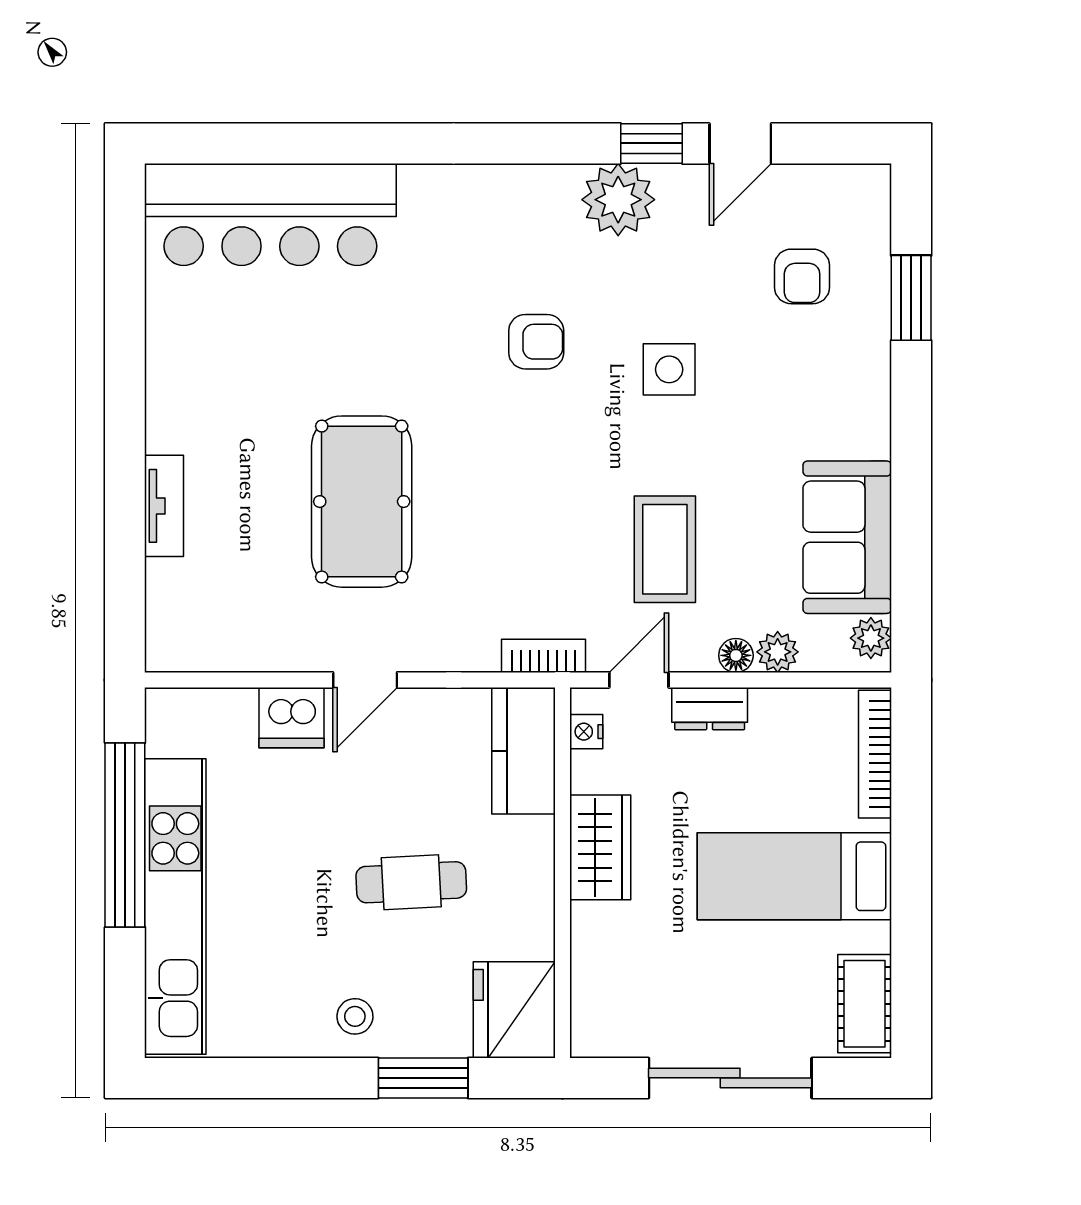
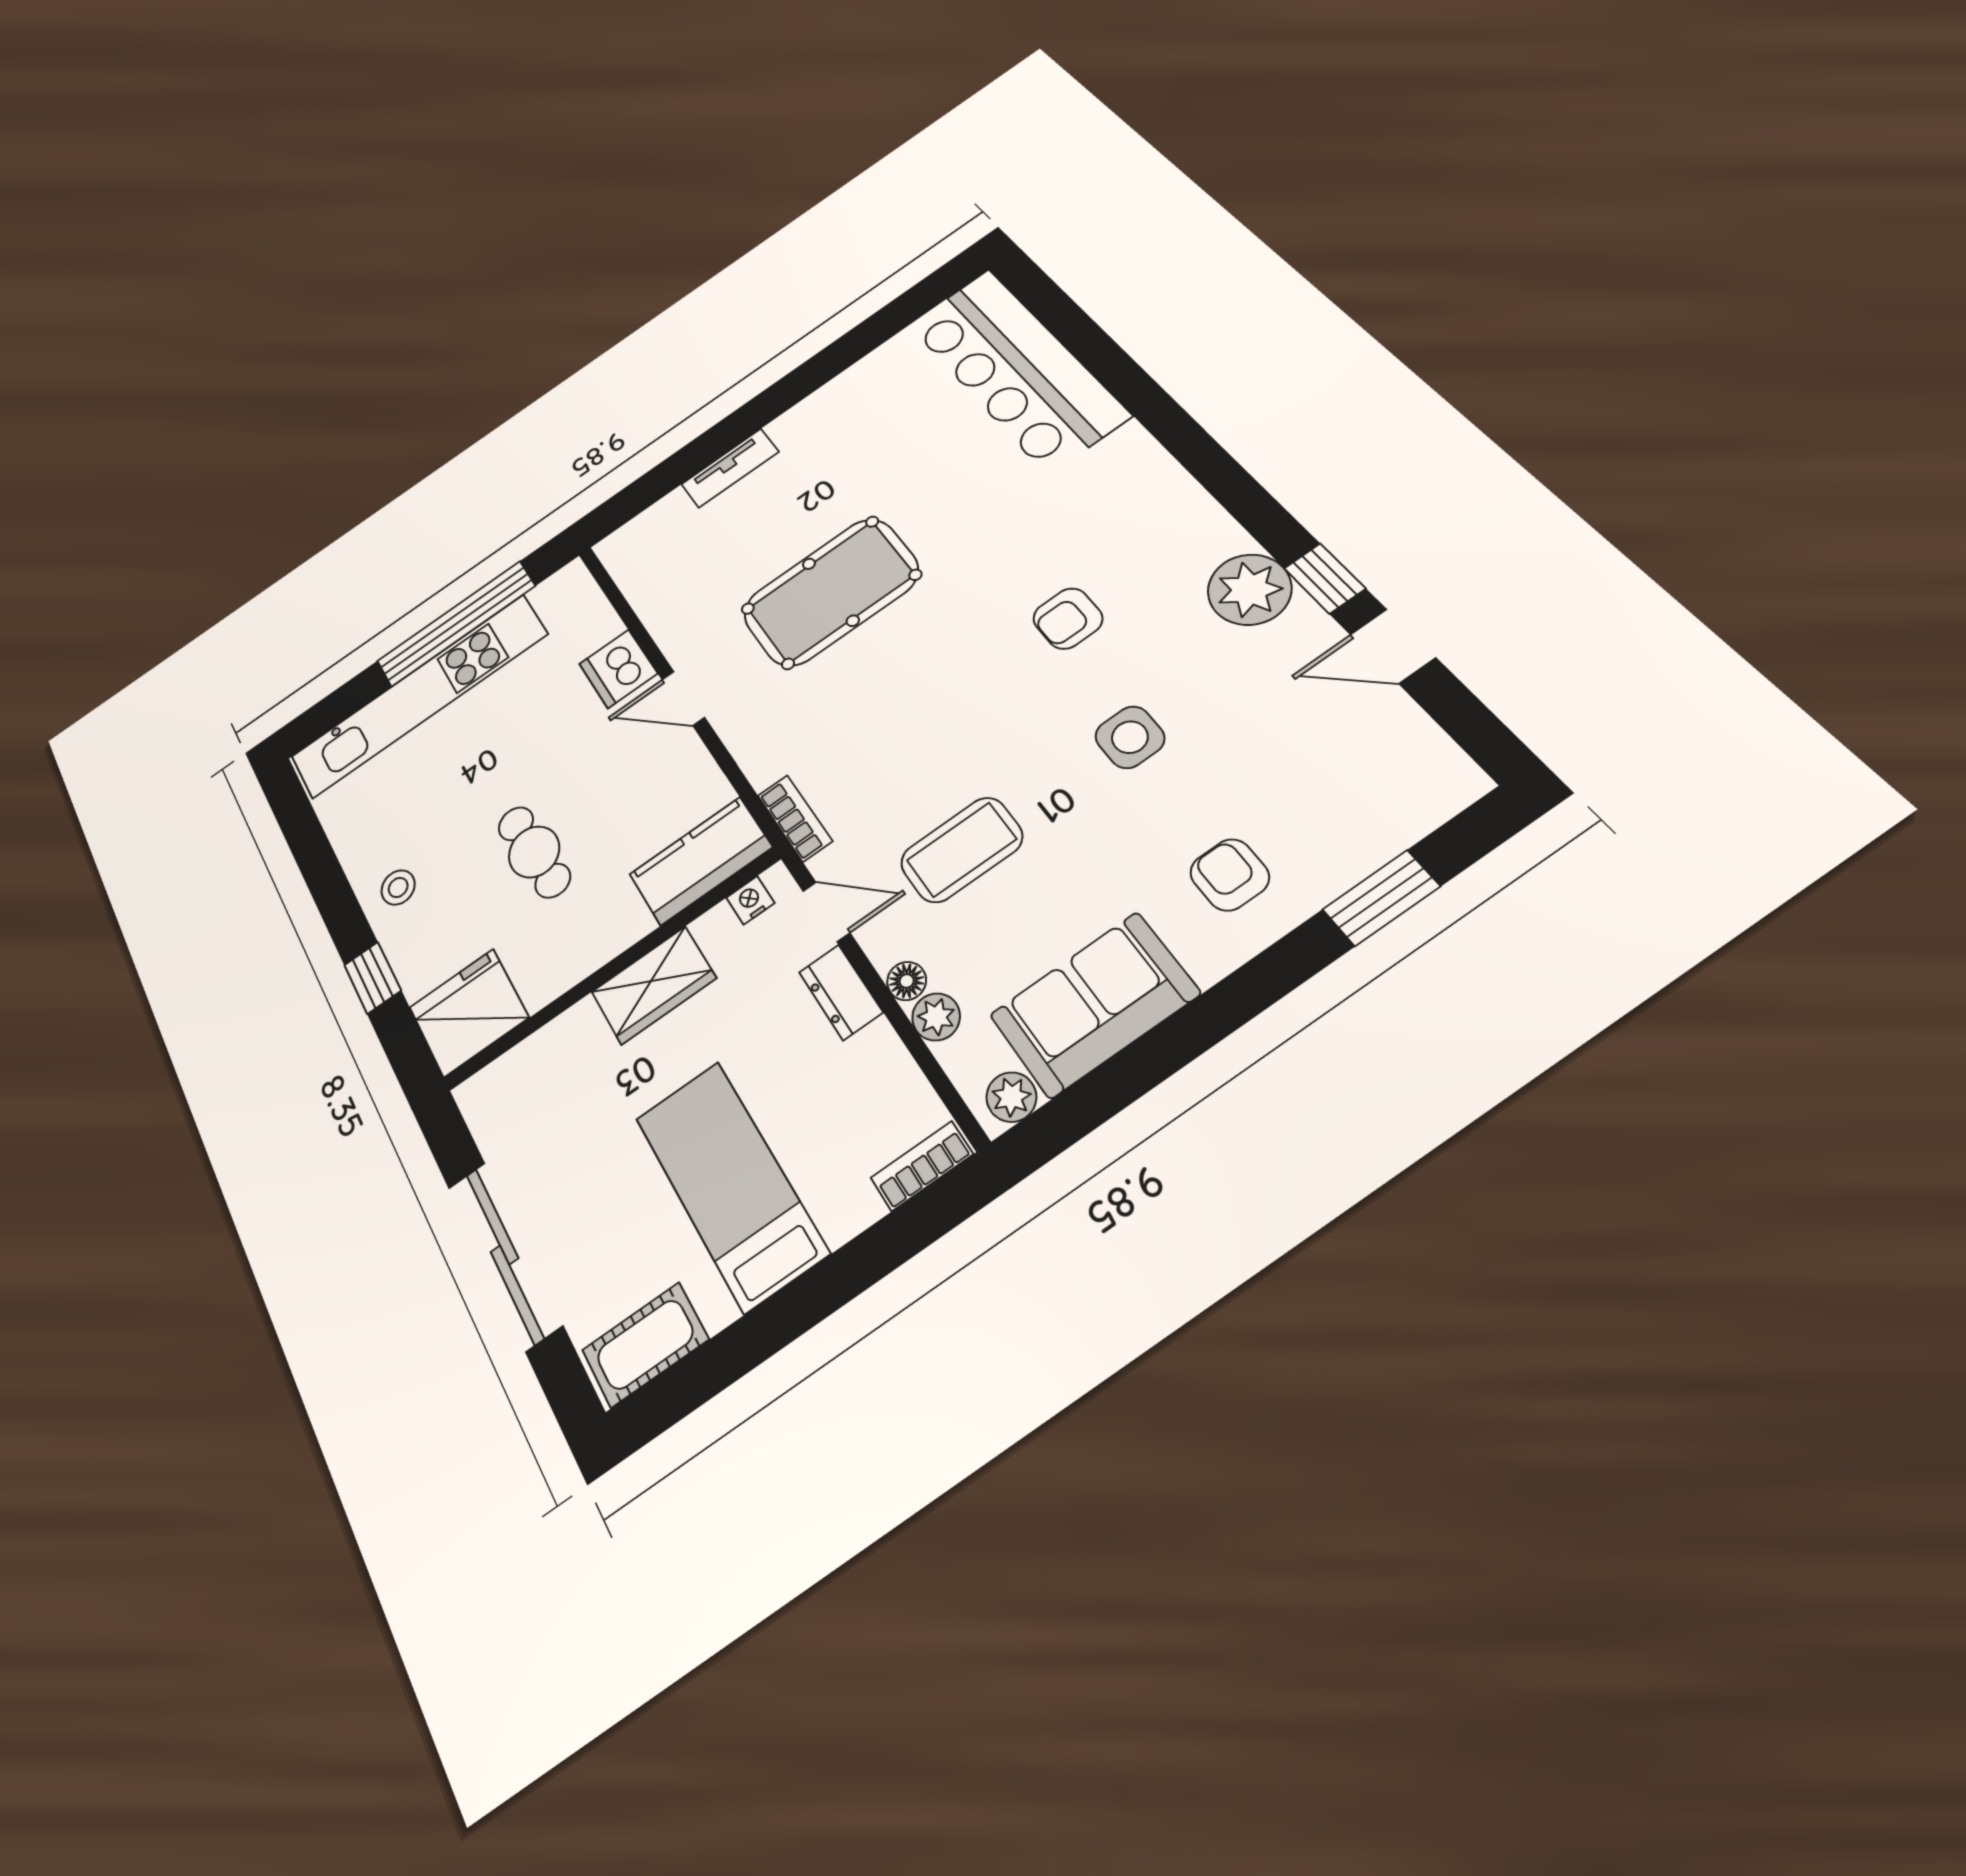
armchair: (802, 276) -> (1230, 875), moved, turned 90
armchair: (536, 342) -> (1068, 618), turned 90
bookcase: (875, 754) -> (922, 1166), width x0.64
window: (423, 1078) -> (373, 978), width x0.67

